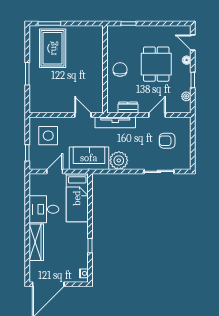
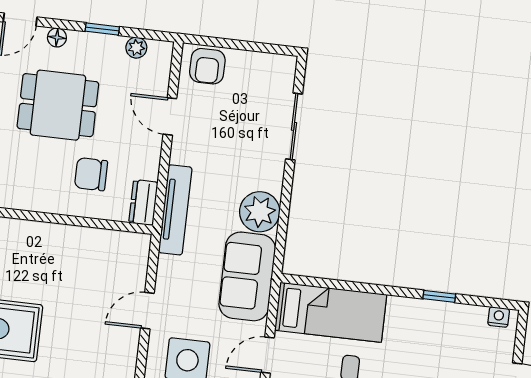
chair: (120, 69) -> (91, 174), moved
dresser: (128, 108) -> (143, 202), moved
door: (83, 115) -> (147, 311), moved
armchair: (167, 141) -> (207, 66), moved
door: (55, 171) -> (268, 355), hinge flipped

